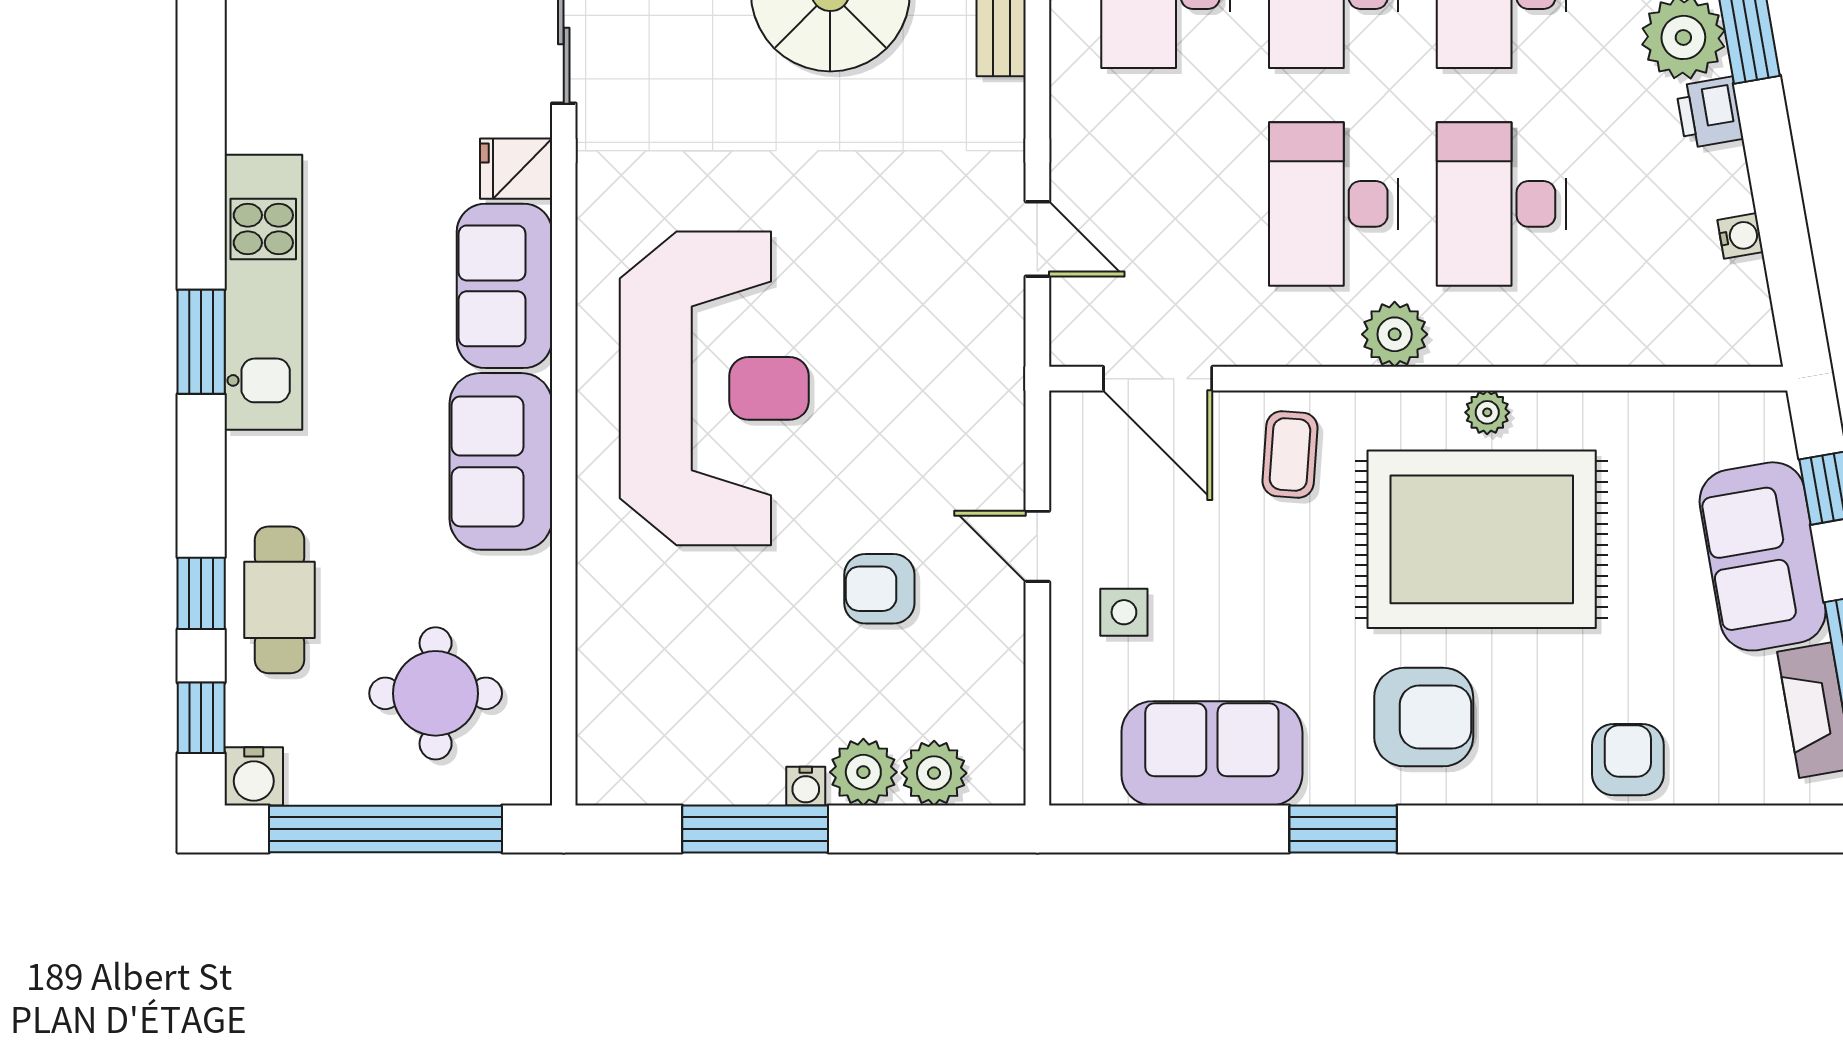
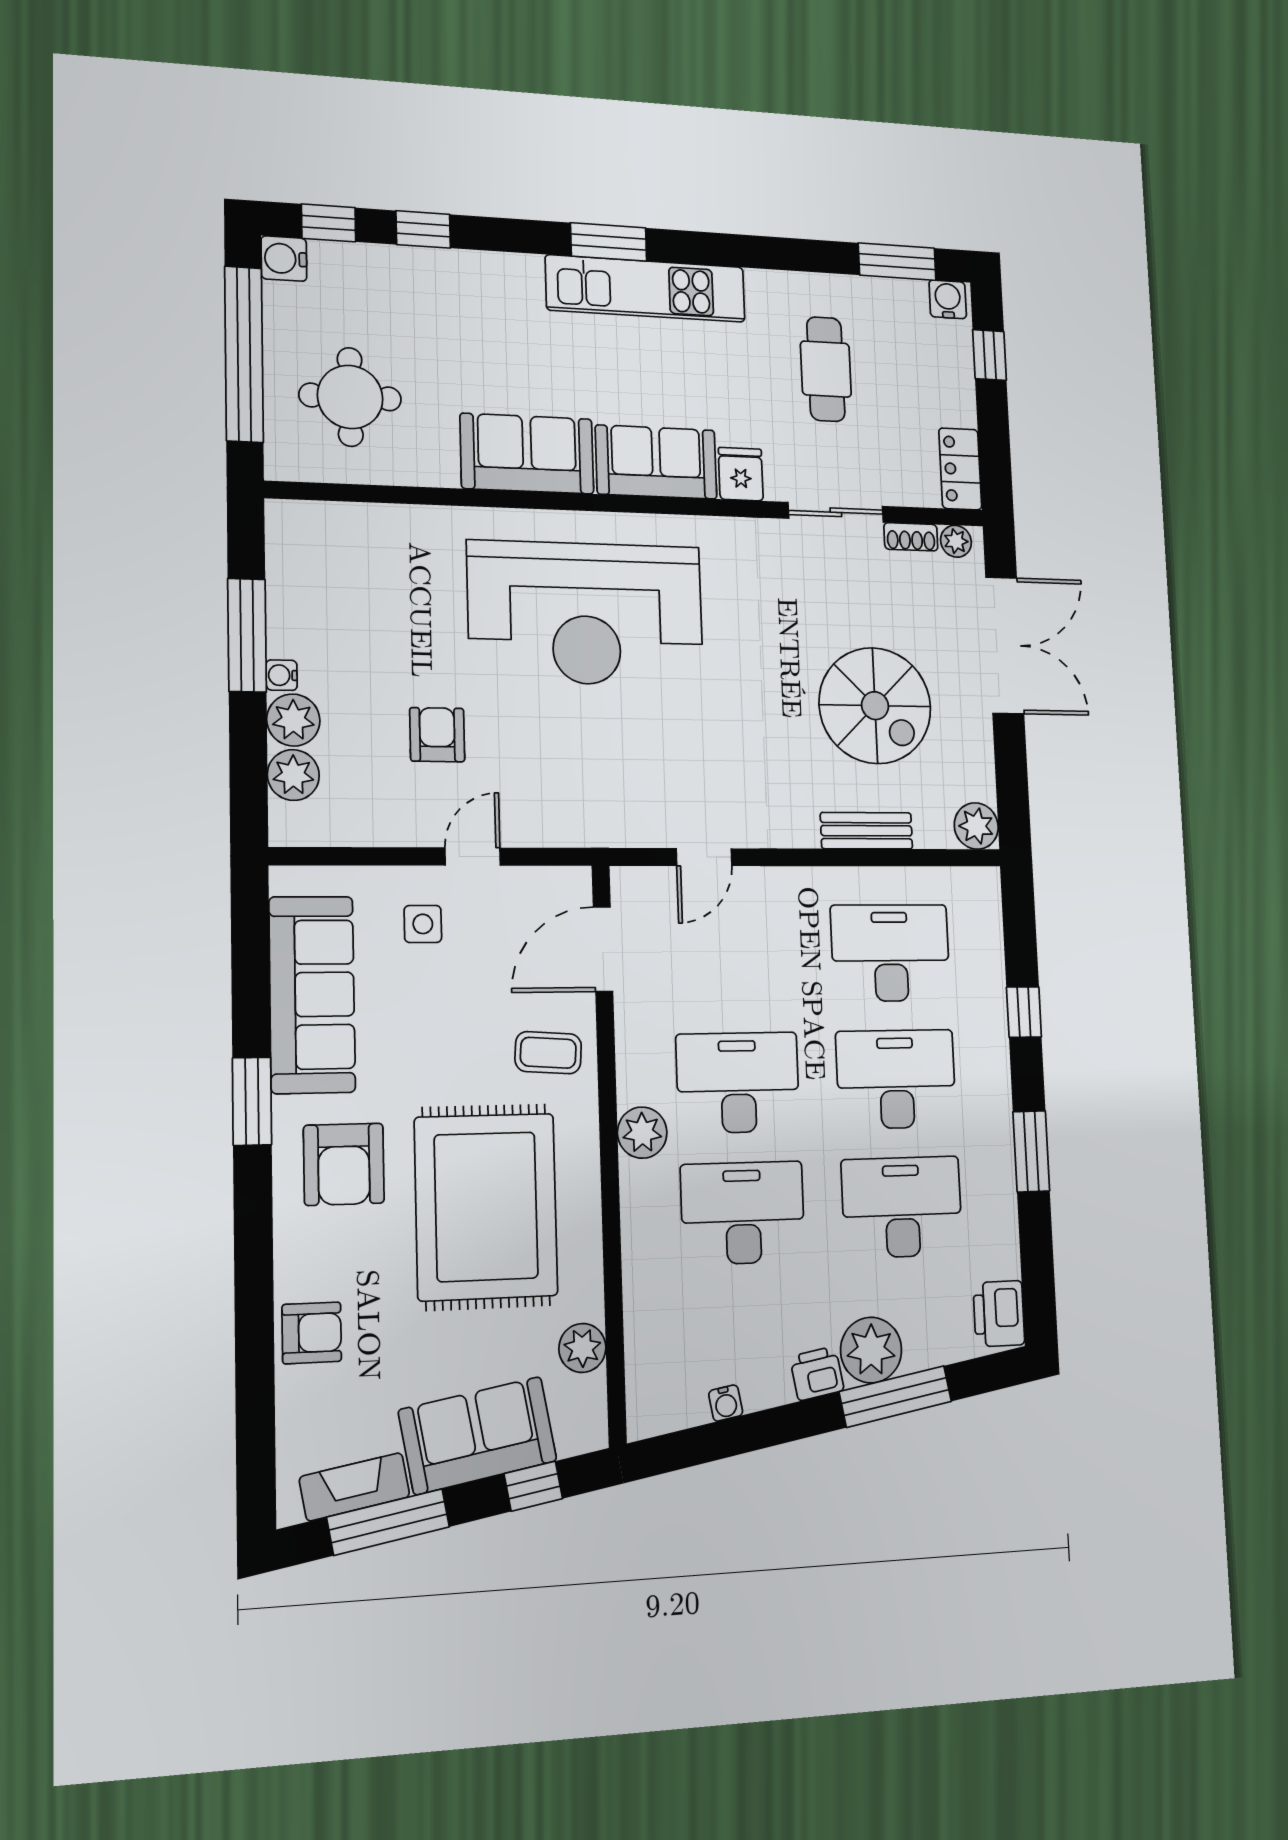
plant: (1487, 412) -> (582, 1348), moved, width x1.38, depth x1.38
cafe table: (280, 600) -> (826, 369), moved, turned 90
sofa: (1212, 753) -> (312, 994), width x1.36

